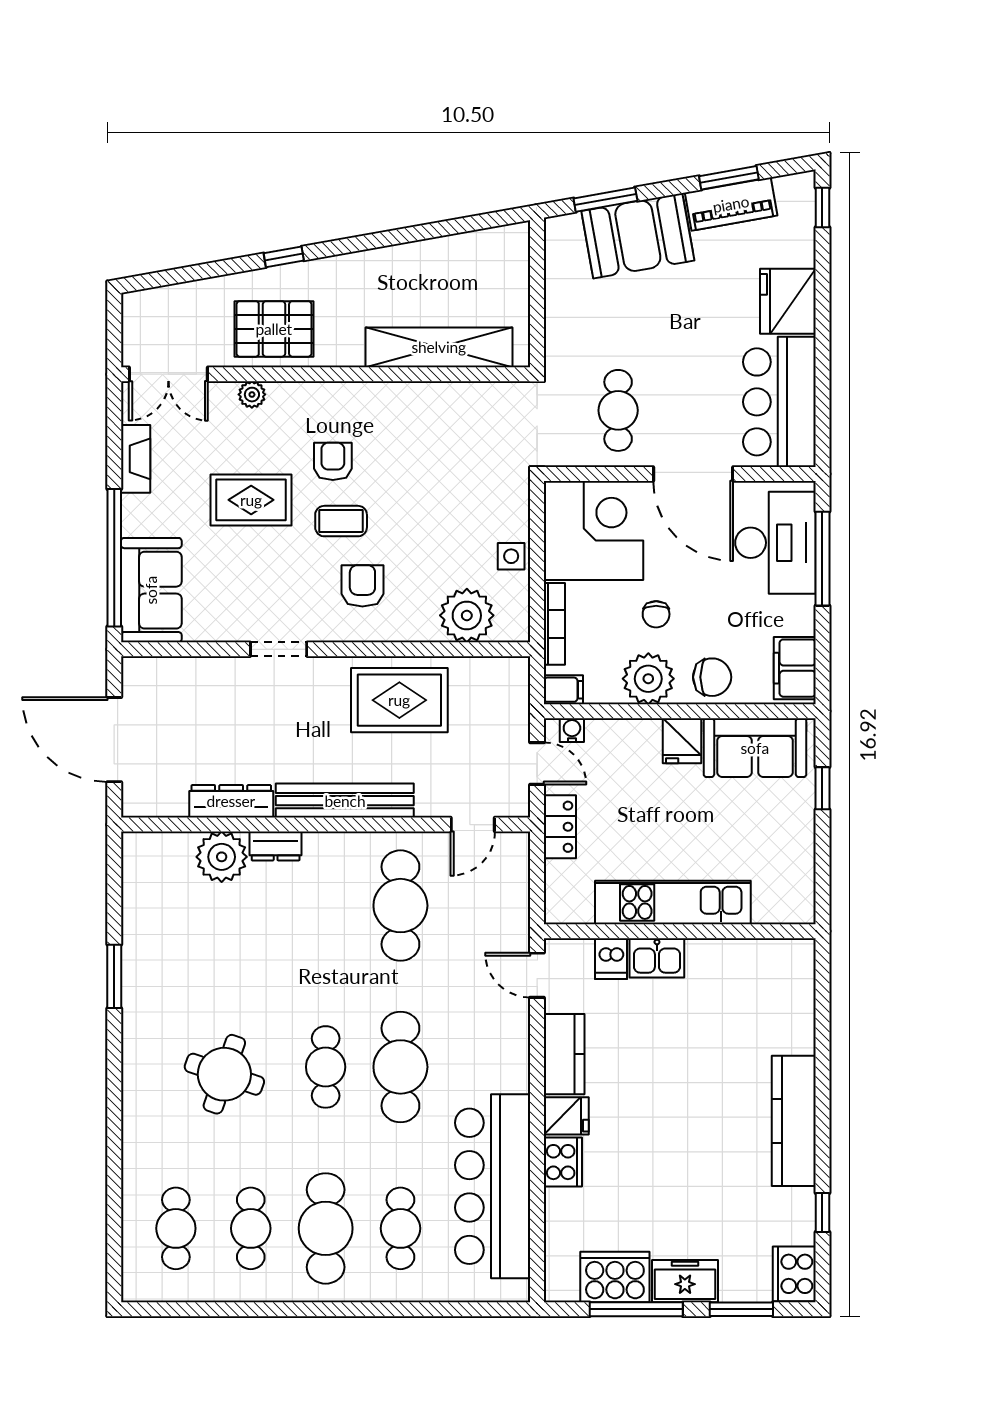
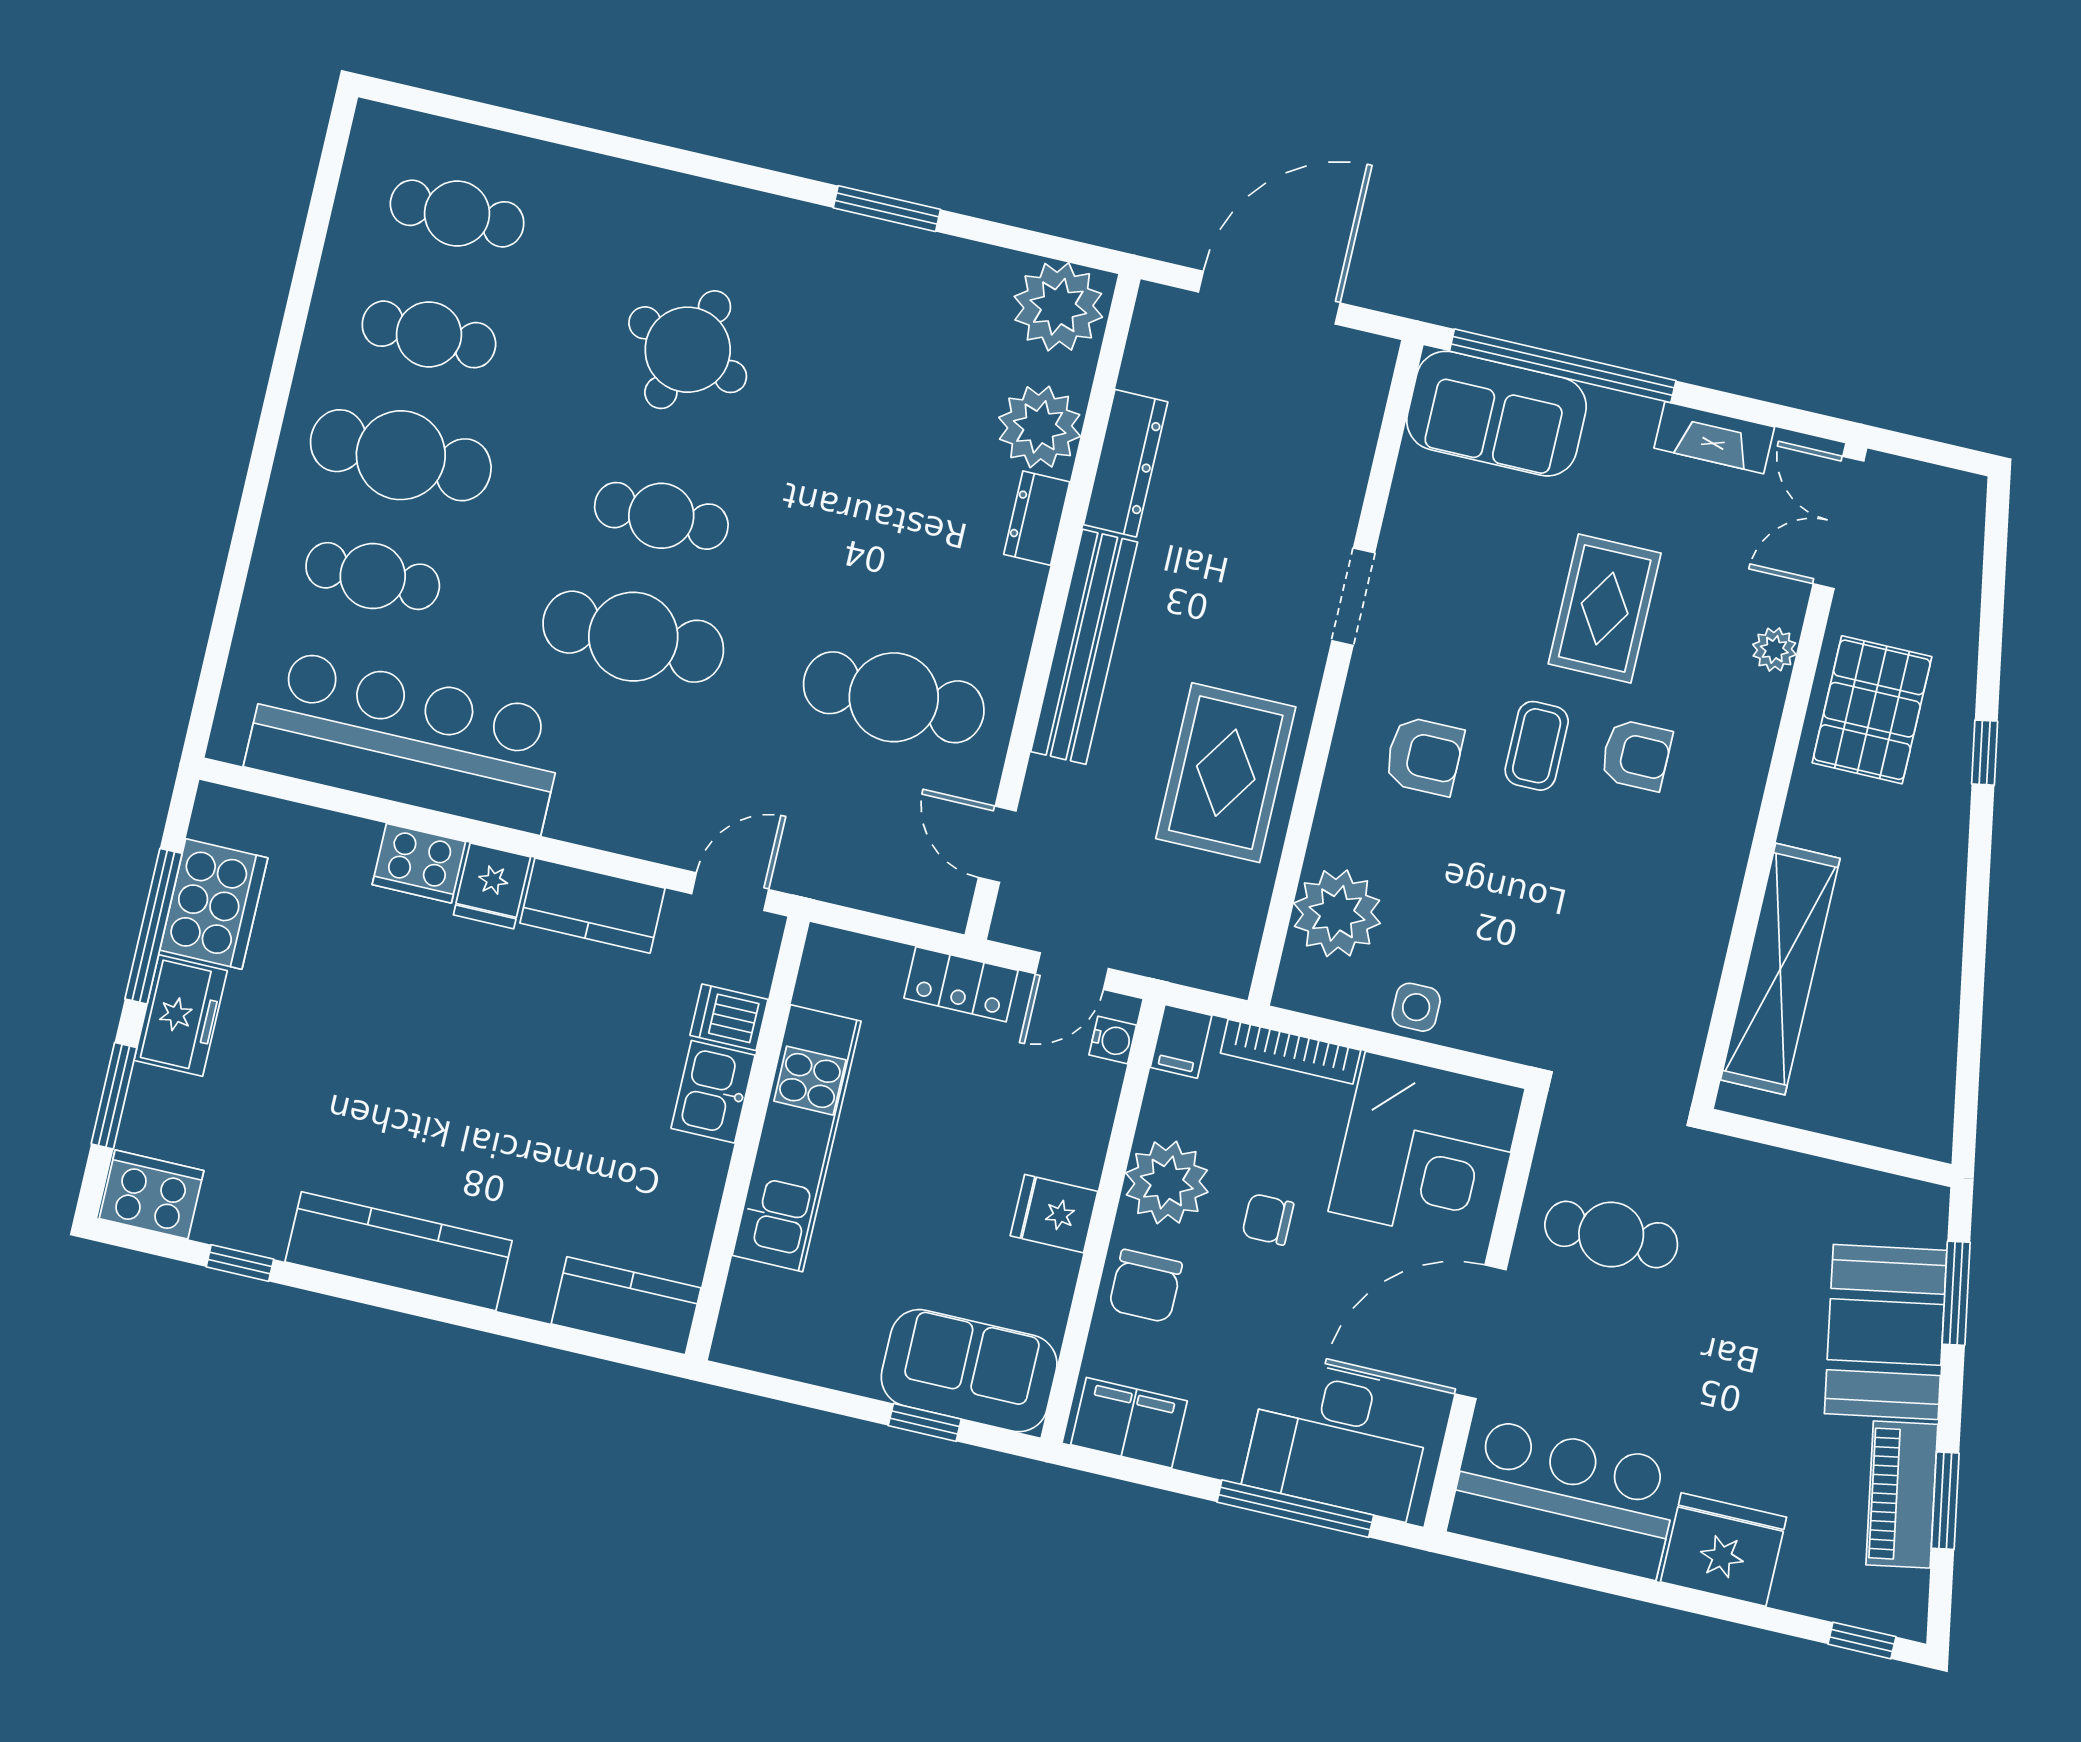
sofa: (755, 748) -> (969, 1371), moved, turned 90
plant: (148, 862) -> (1058, 307), added
kitchen counter: (795, 980) -> (626, 1306), added

